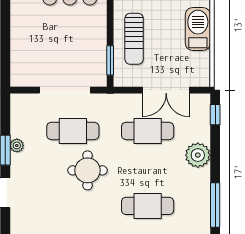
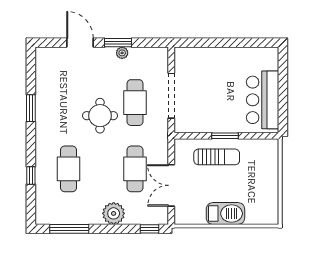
sun lounger: (134, 39) -> (217, 157), turned 180
window: (110, 60) -> (225, 136), moved

